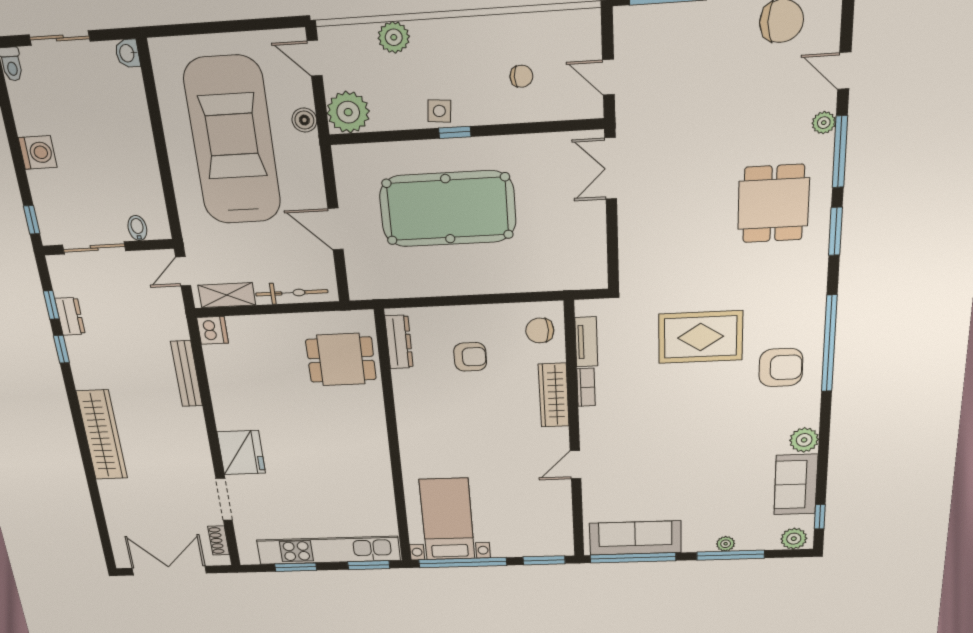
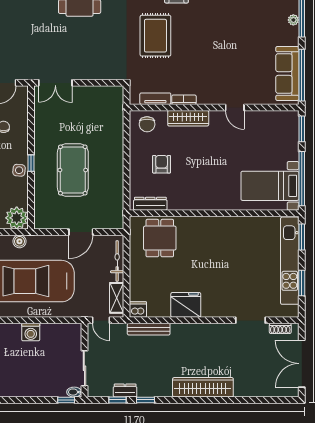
washing machine: (38, 153) -> (31, 332), moved, turned 180
pool table: (448, 209) -> (73, 170), width x0.73, depth x0.76
bidet: (137, 228) -> (74, 392), moved
bench: (187, 374) -> (149, 329), moved
fridge: (241, 453) -> (186, 305), moved

